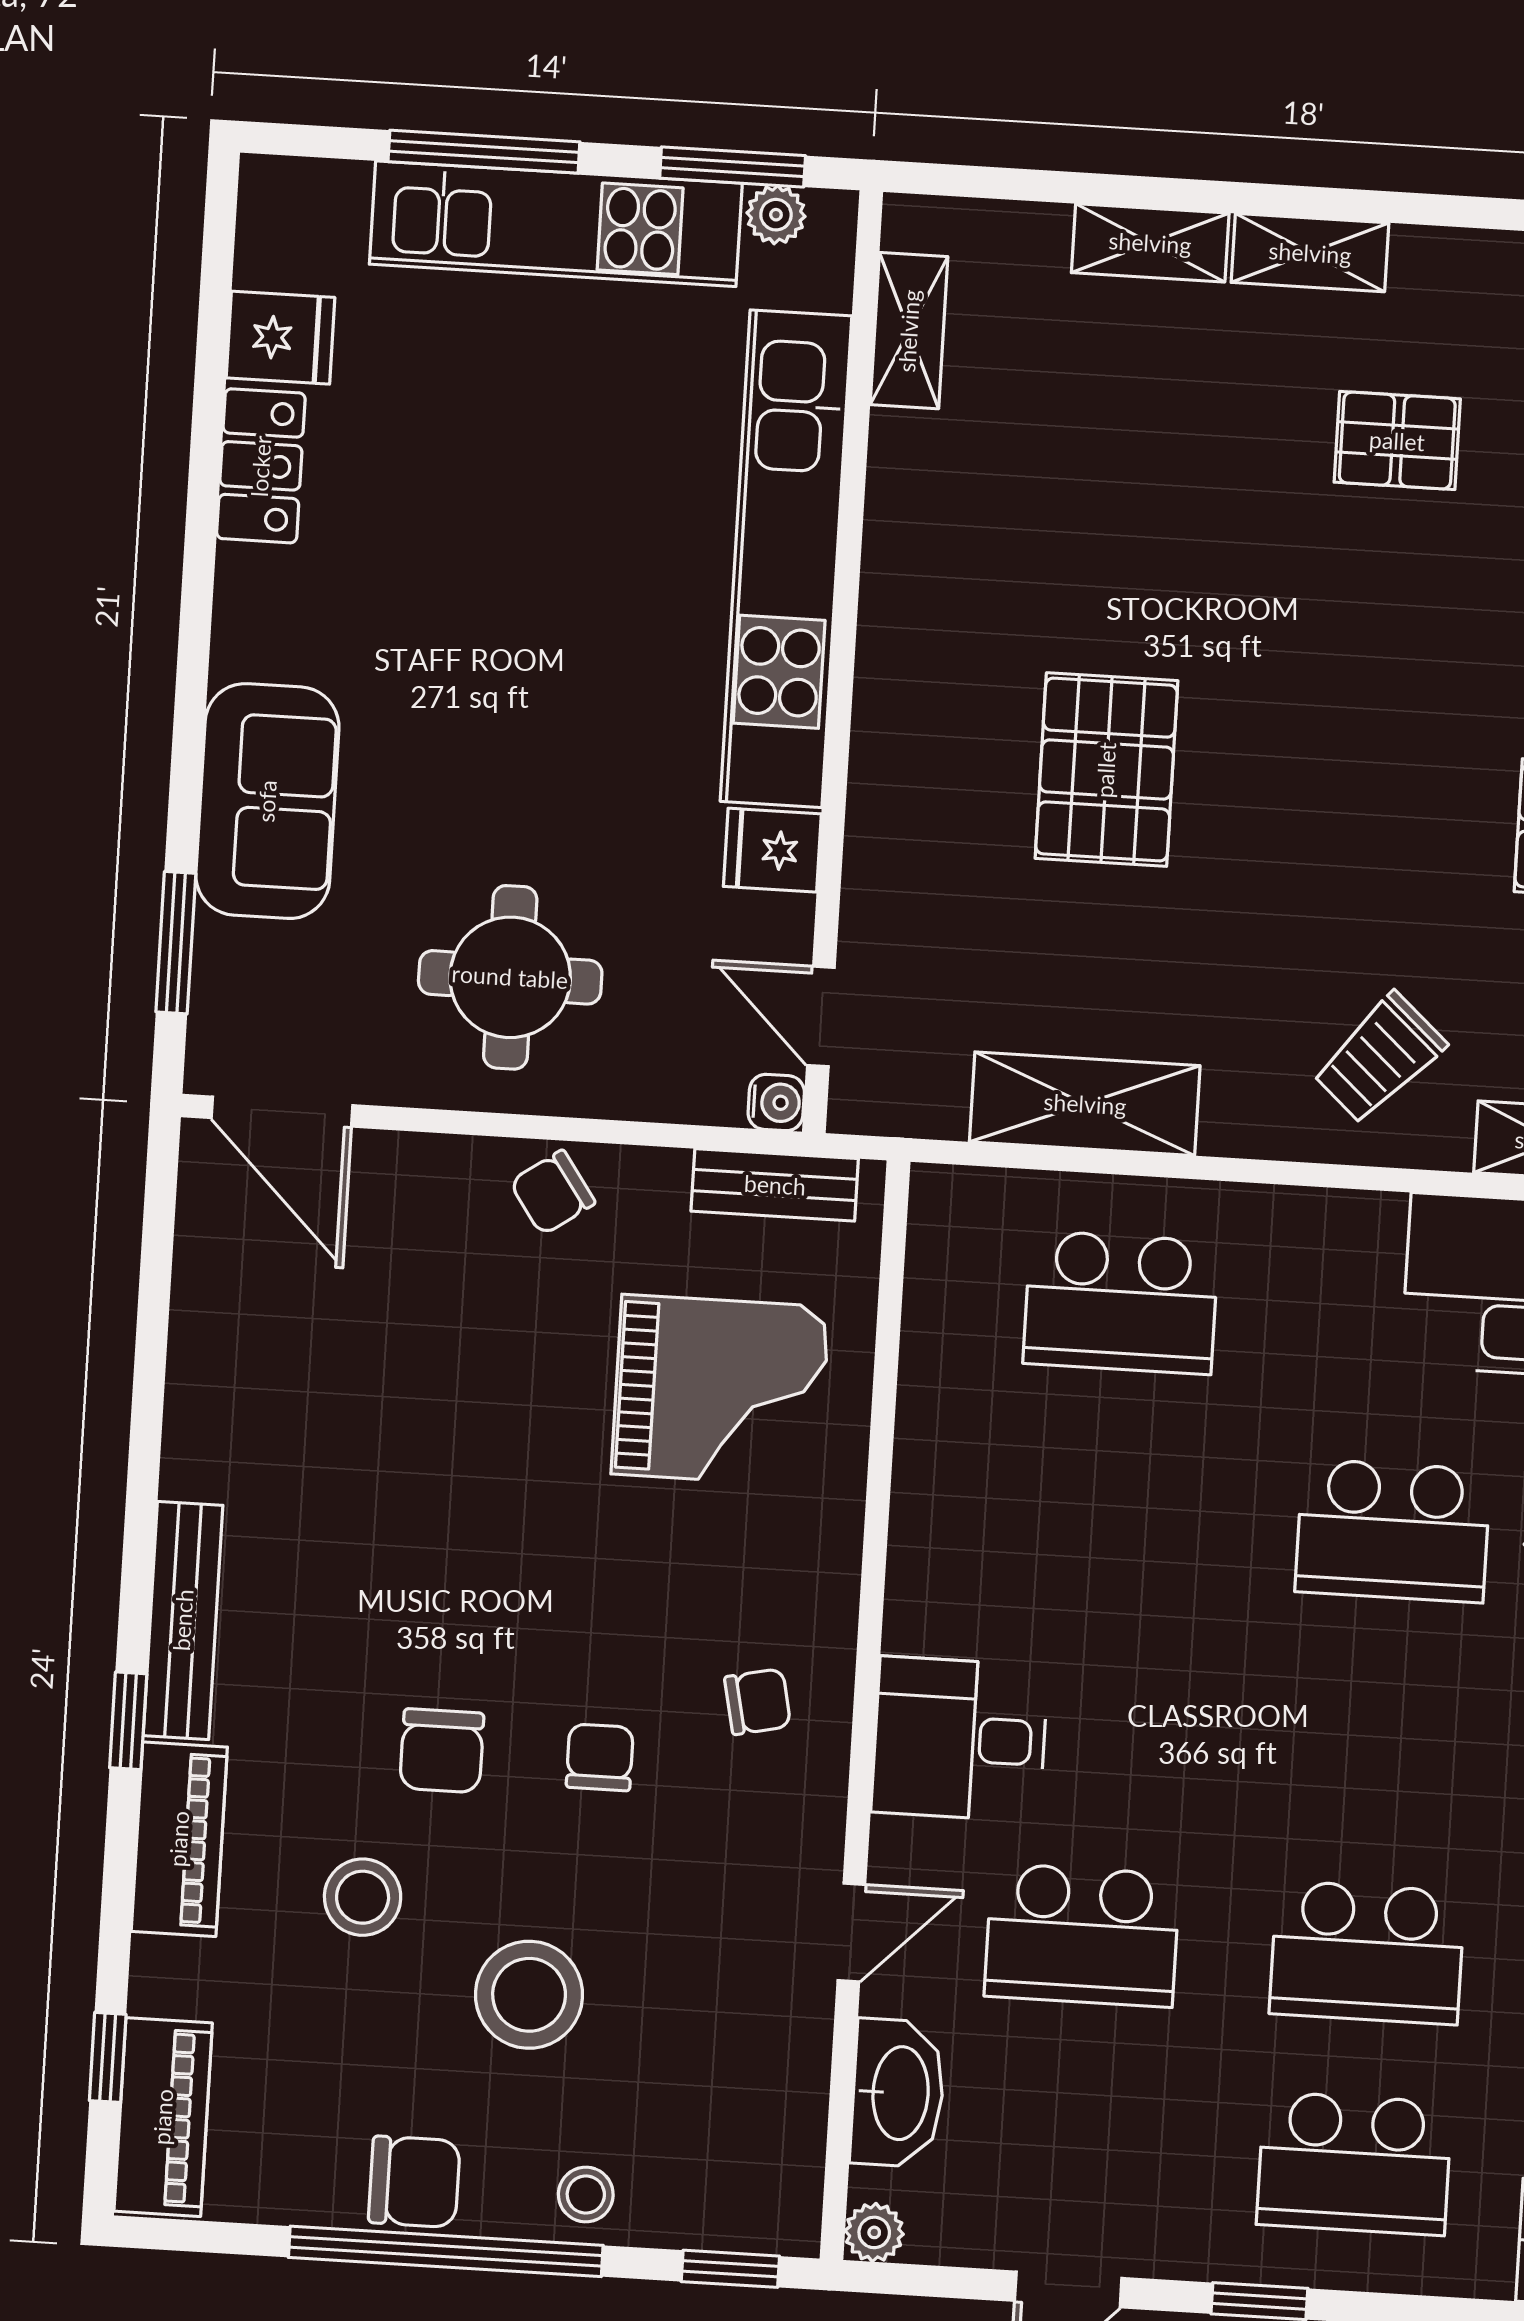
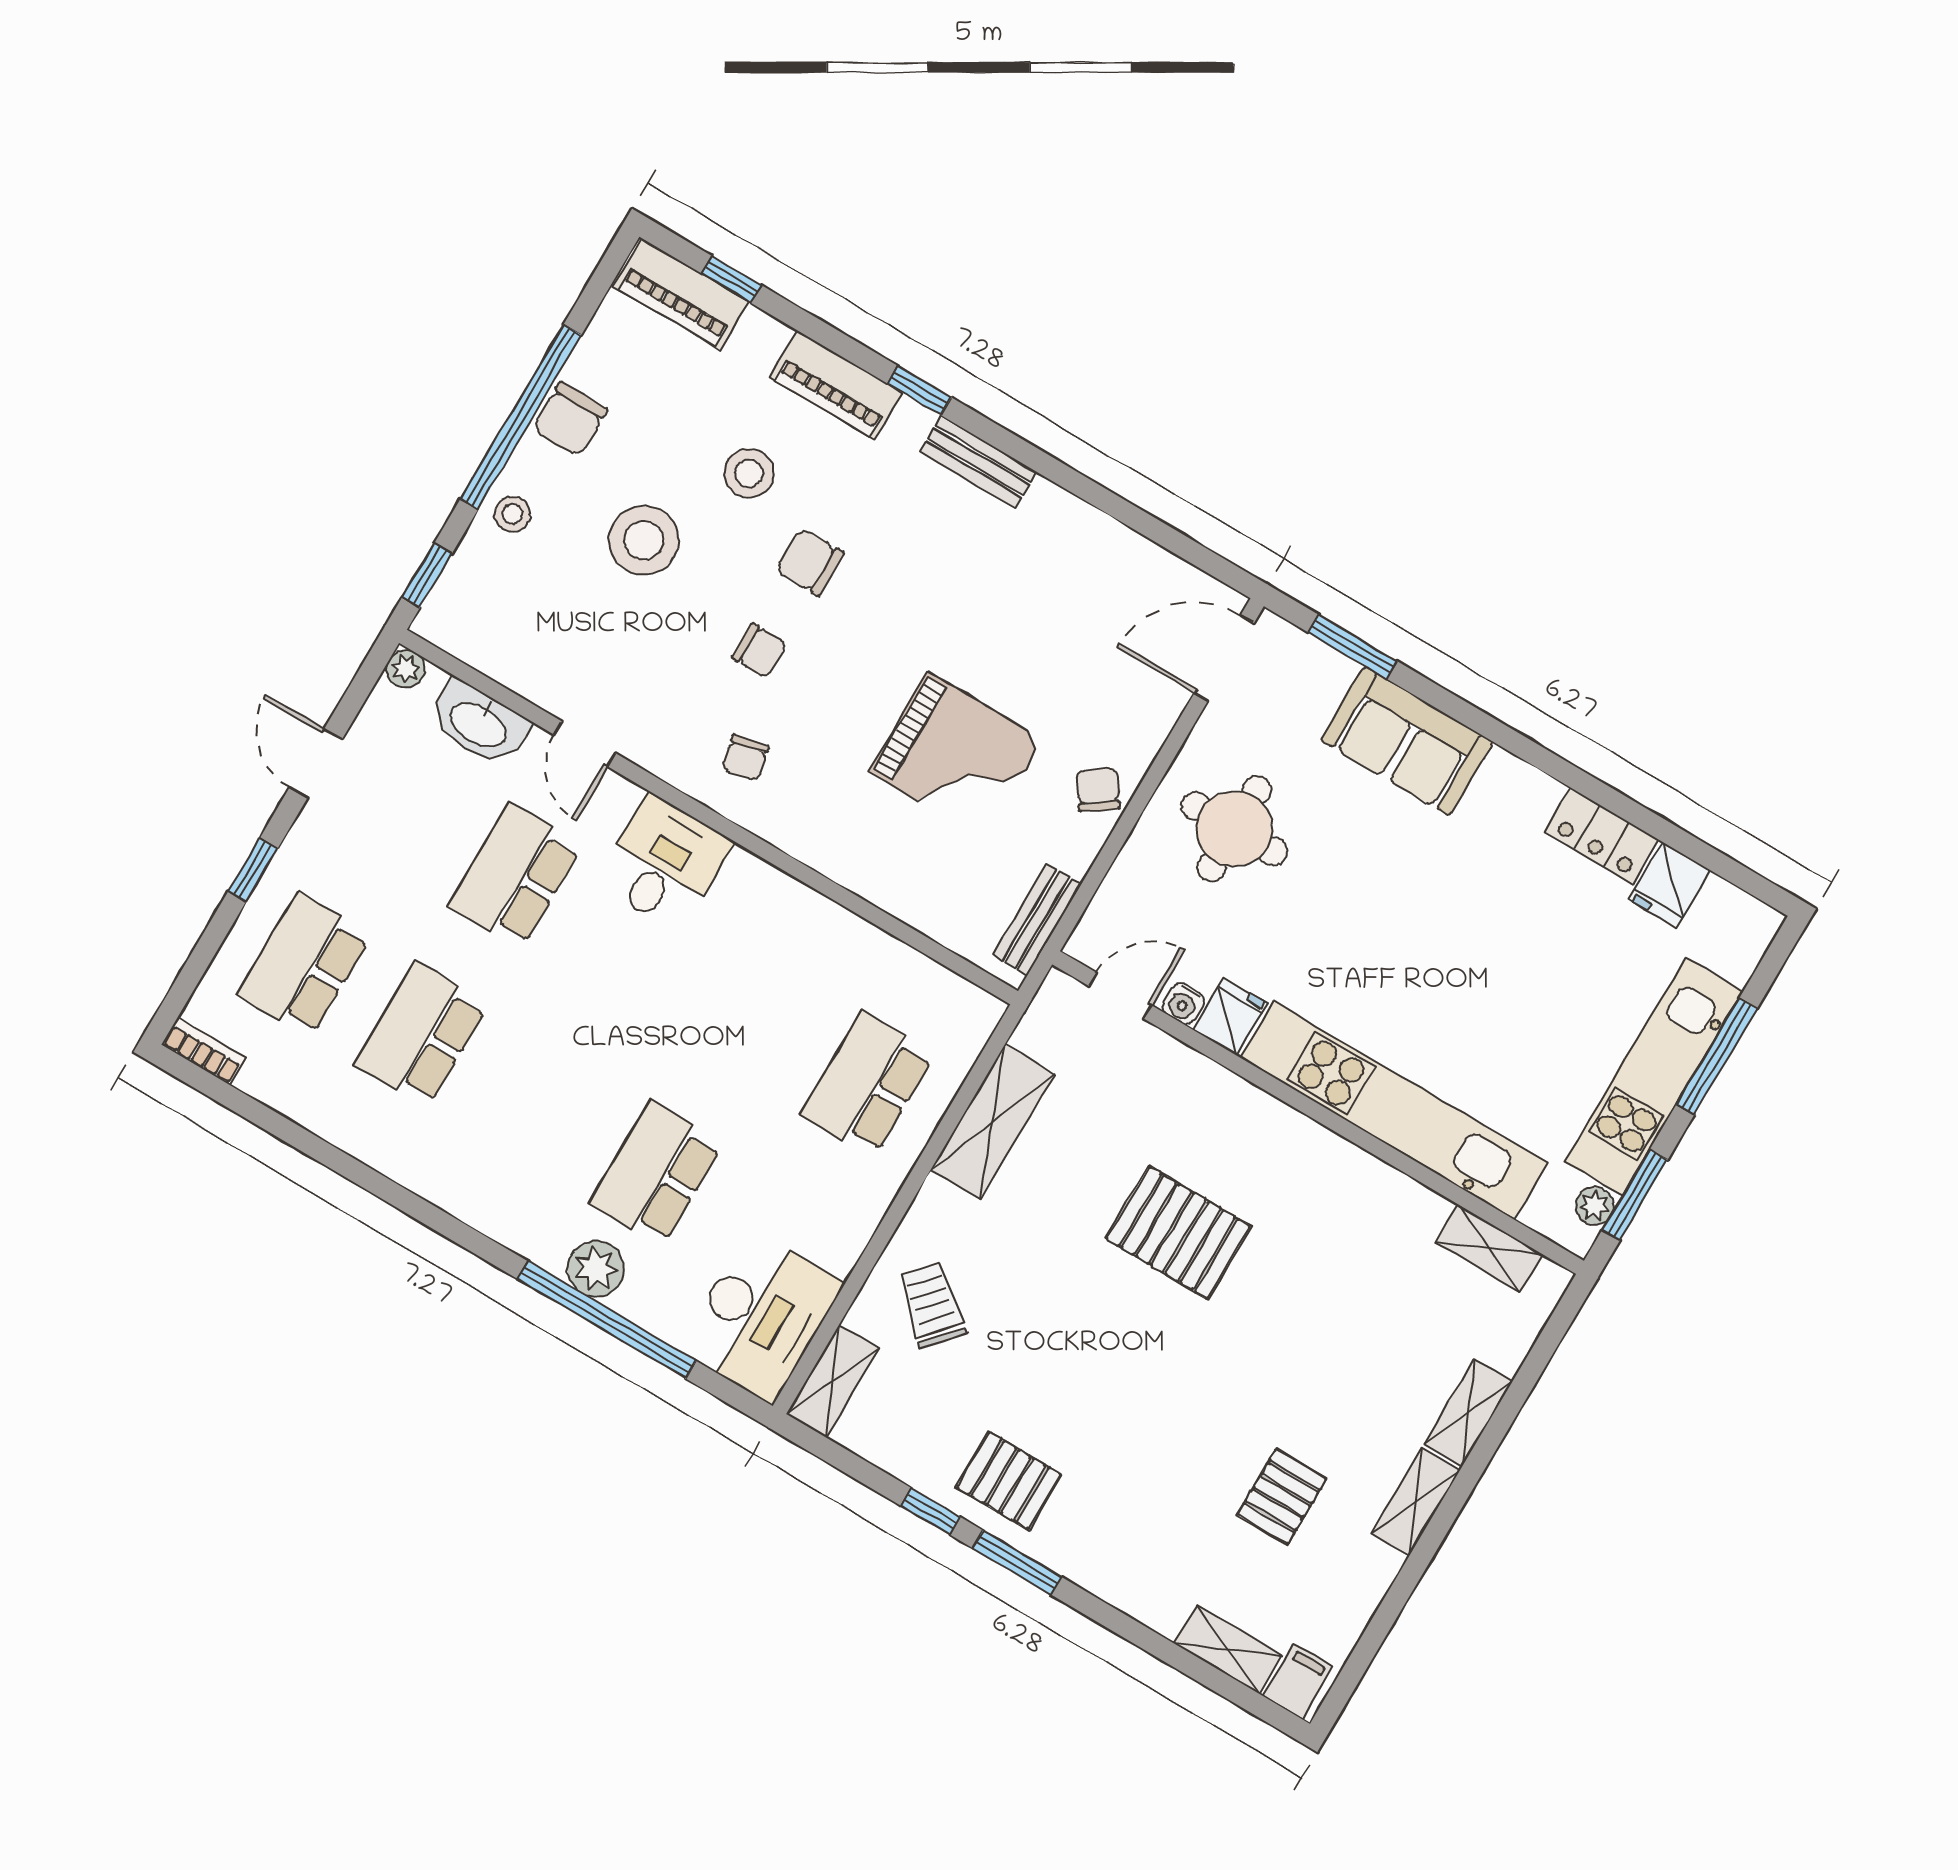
water cooler: (776, 1103) -> (1183, 1004), moved
grand piano: (720, 1390) -> (956, 756), moved, turned -90
bench: (183, 1620) -> (978, 462), width x0.73

